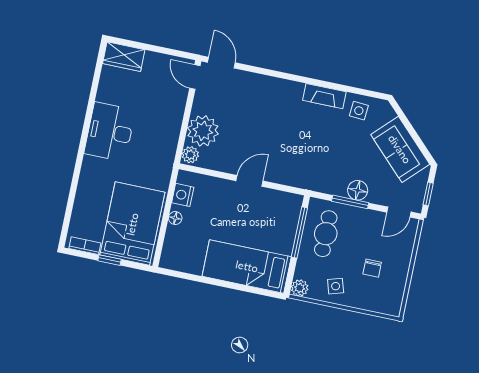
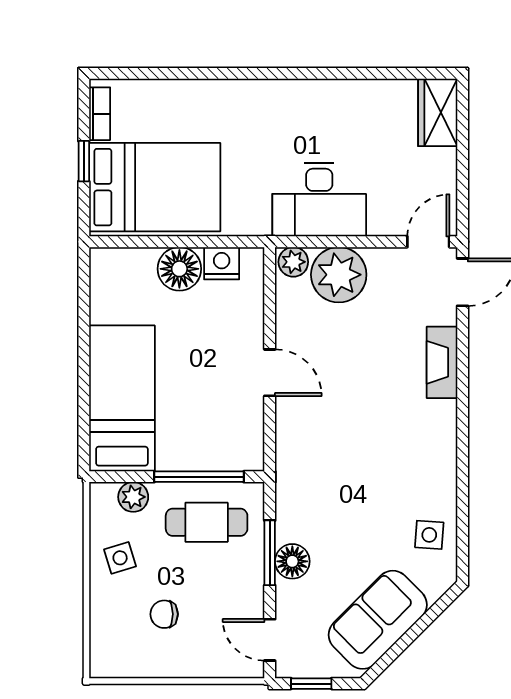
fireplace: (324, 96) -> (442, 362), moved
desk: (110, 132) -> (319, 200), moved, turned 180
floor lamp: (175, 218) -> (179, 269), width x1.89, depth x1.89
plant: (300, 288) -> (133, 497), moved

